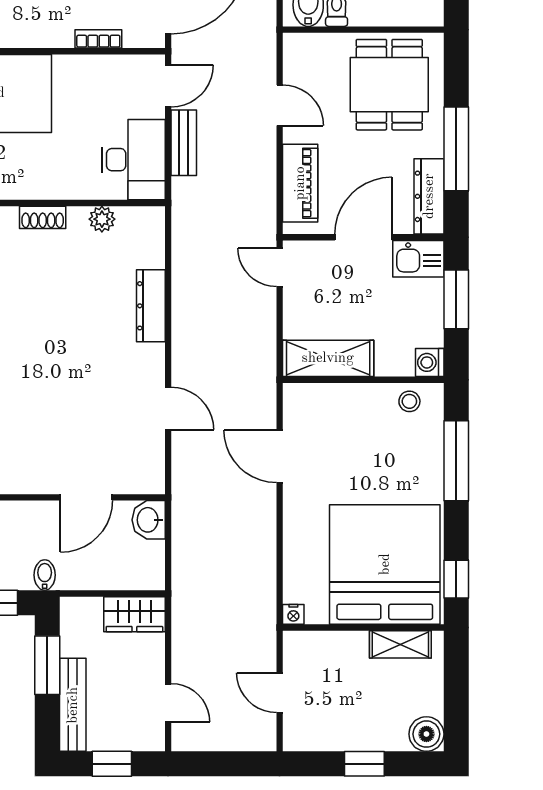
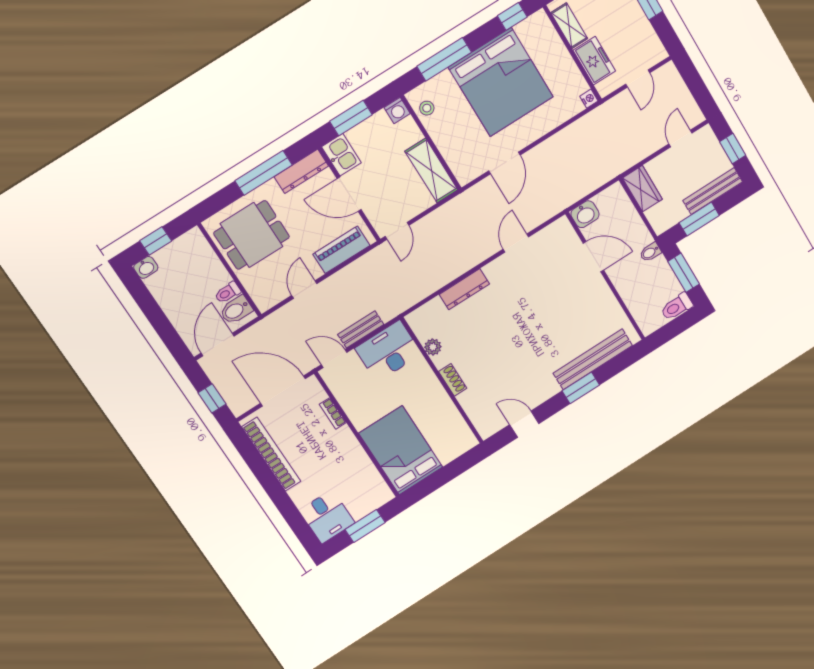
bed: (385, 564) -> (501, 82), moved, turned -90
freezer: (337, 650) -> (594, 61), added

